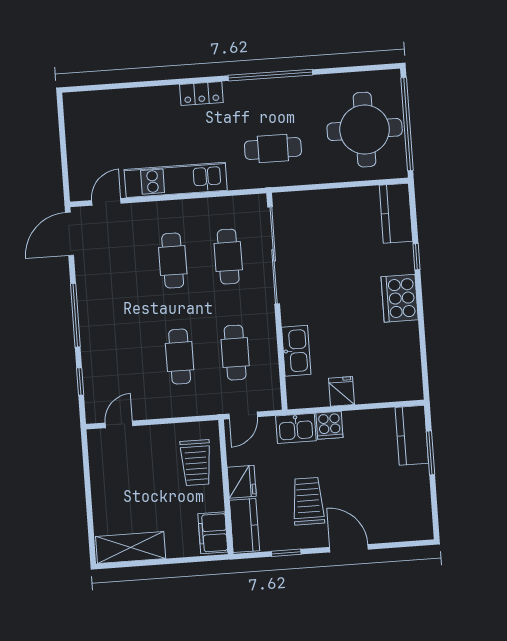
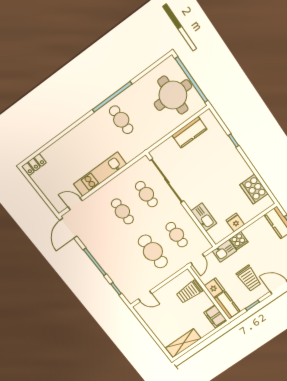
locker: (201, 93) -> (34, 165), moved
cafe table: (273, 149) -> (121, 120), moved, turned 90
door: (106, 202) -> (75, 204), hinge flipped
kitchen counter: (396, 213) -> (190, 132), moved, turned -90
cooker: (400, 298) -> (254, 189), moved
cafe table: (180, 357) -> (153, 252), width x1.37, depth x1.35
door: (119, 424) -> (145, 296), swing flipped
trolley: (196, 463) -> (189, 292), turned 90
trolley: (308, 501) -> (249, 278), turned 180

